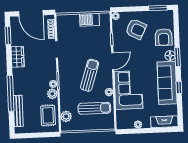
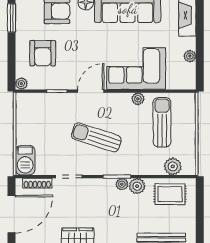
barbecue: (89, 20) -> (25, 160), moved
armchair: (136, 29) -> (43, 53), turned 153
door: (113, 61) -> (91, 91), hinge flipped
sun lounger: (90, 75) -> (96, 137), moved

